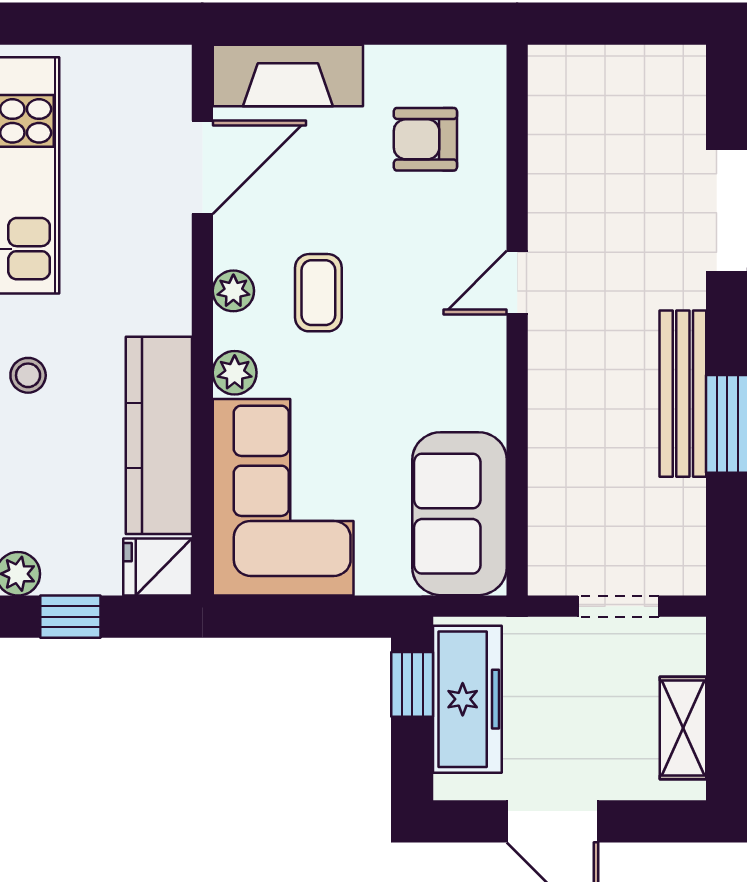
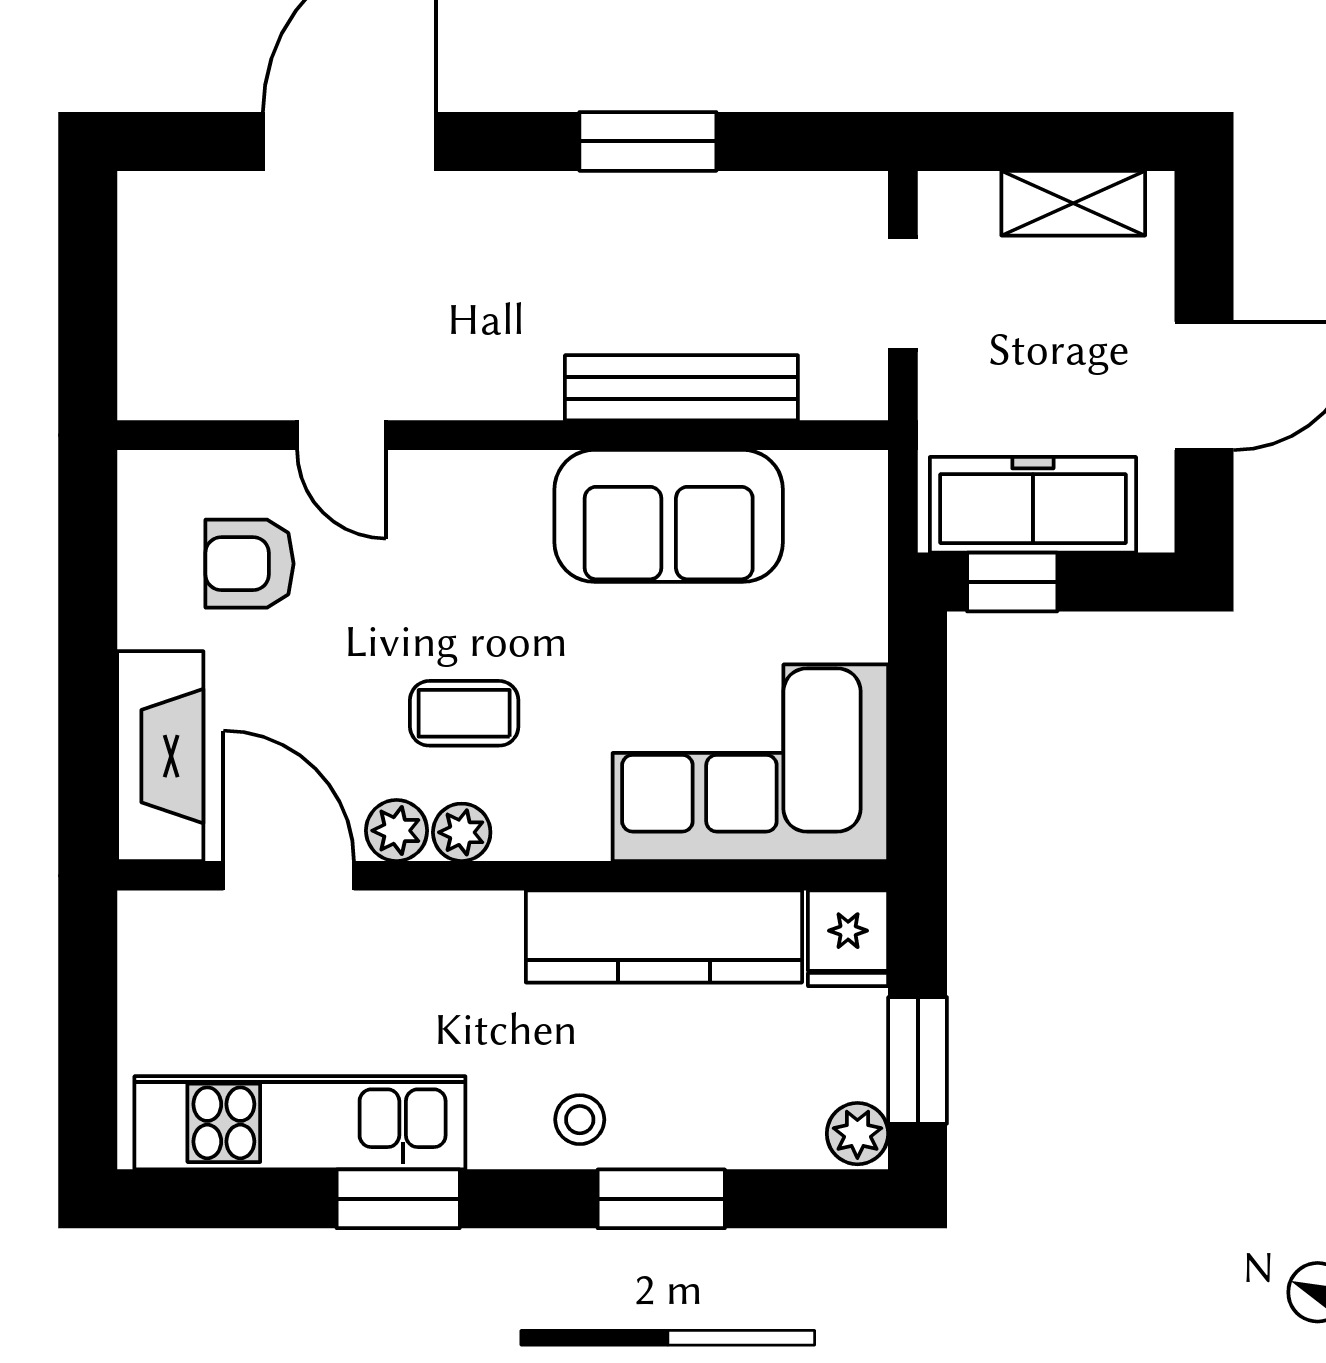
armchair: (425, 139) -> (250, 564), turned 90
door: (517, 283) -> (341, 435), moved
plant: (235, 373) -> (397, 831), moved
bench: (683, 394) -> (681, 388), moved
sofa: (460, 514) -> (669, 516), moved
window: (70, 617) -> (918, 1060), width x1.50

